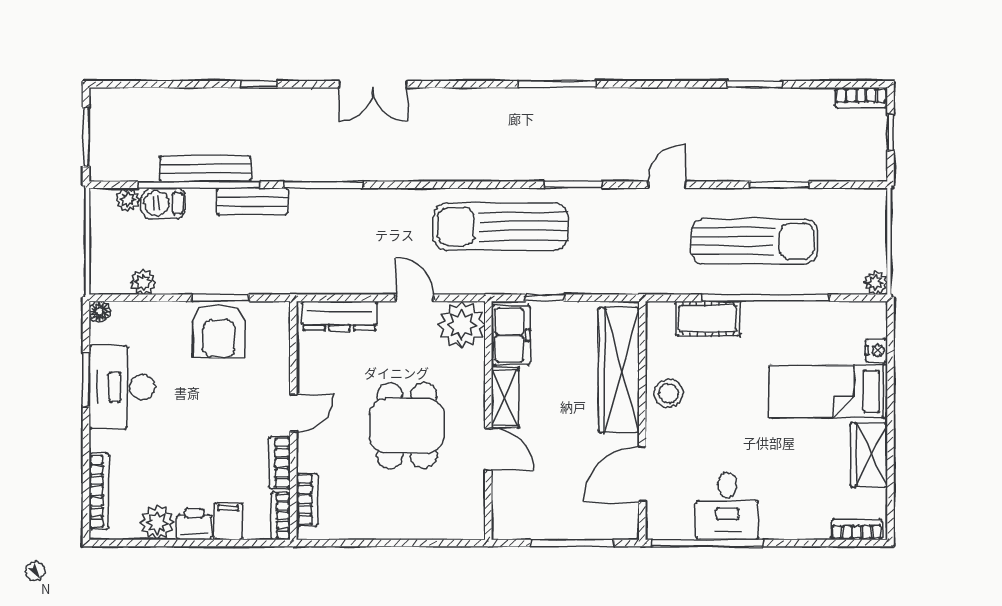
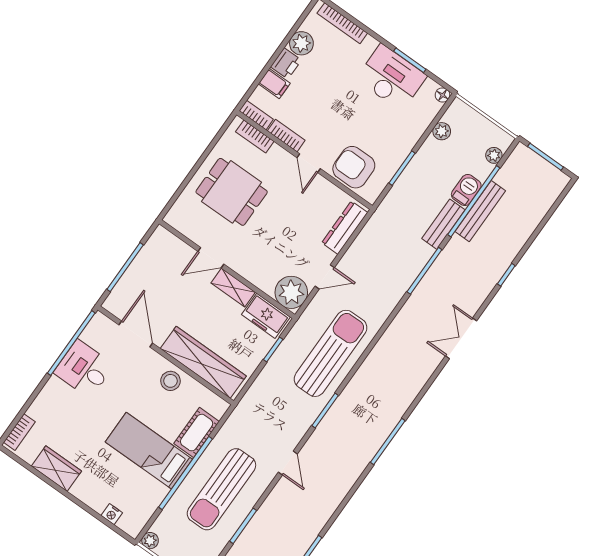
barbecue: (164, 203) -> (466, 190), moved
armchair: (219, 331) -> (354, 167), moved
bed: (828, 391) -> (149, 451), moved, turned -90
dining table: (407, 426) -> (232, 192), moved

